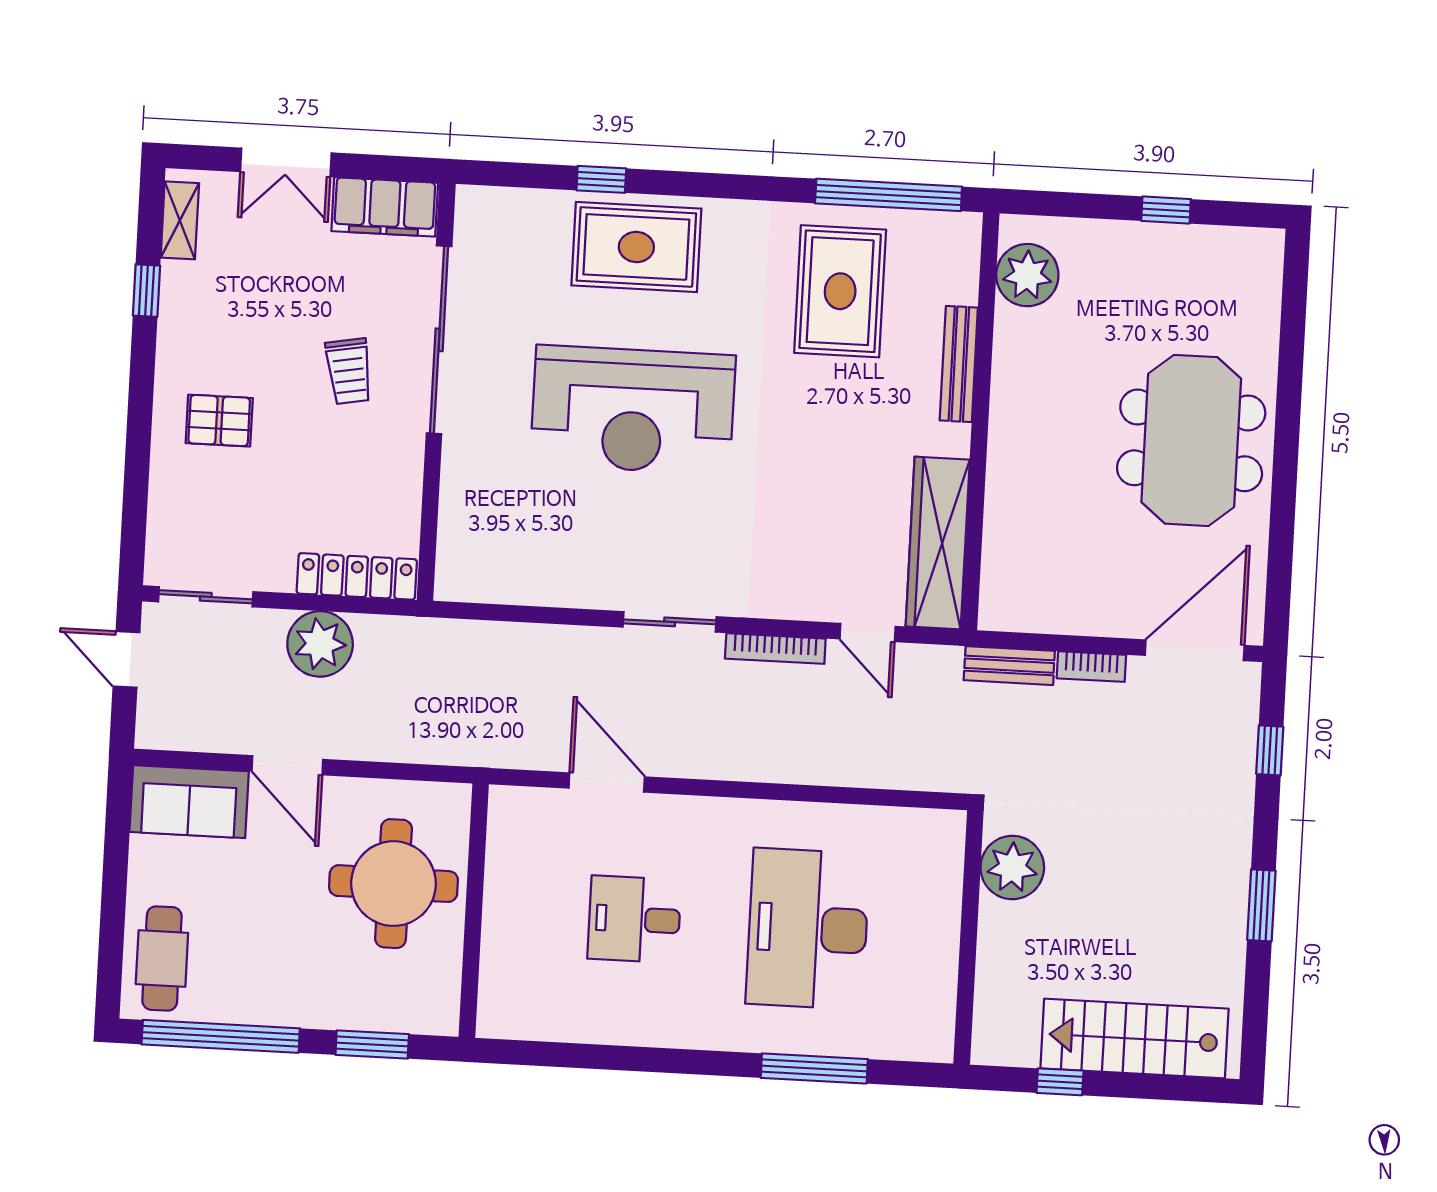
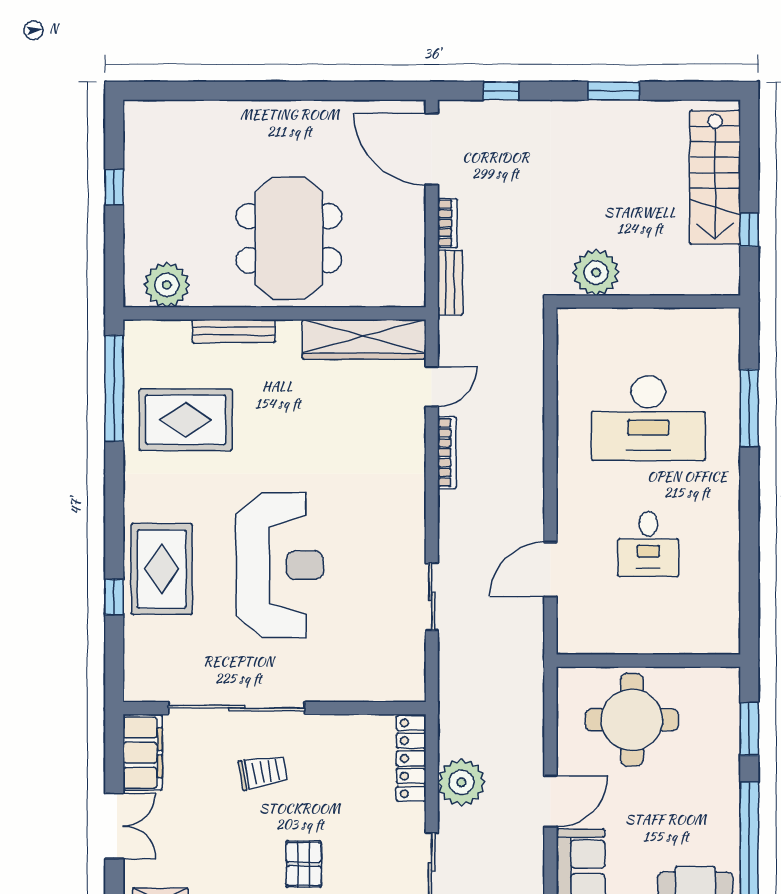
meeting table: (1191, 440) -> (289, 238), moved, turned 90
sliding door: (670, 622) -> (432, 597), moved

